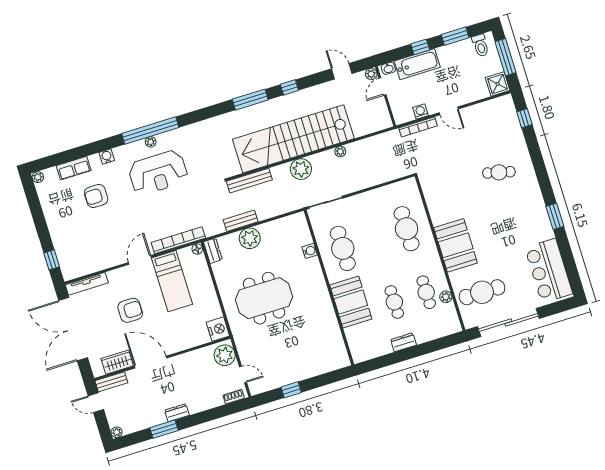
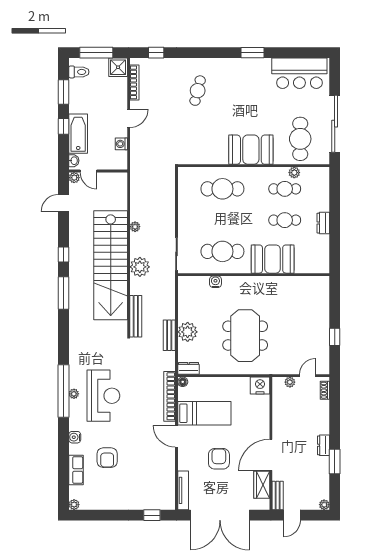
bookcase: (418, 127) -> (134, 82), moved
plant: (225, 355) -> (290, 382), width x0.53, depth x0.53

